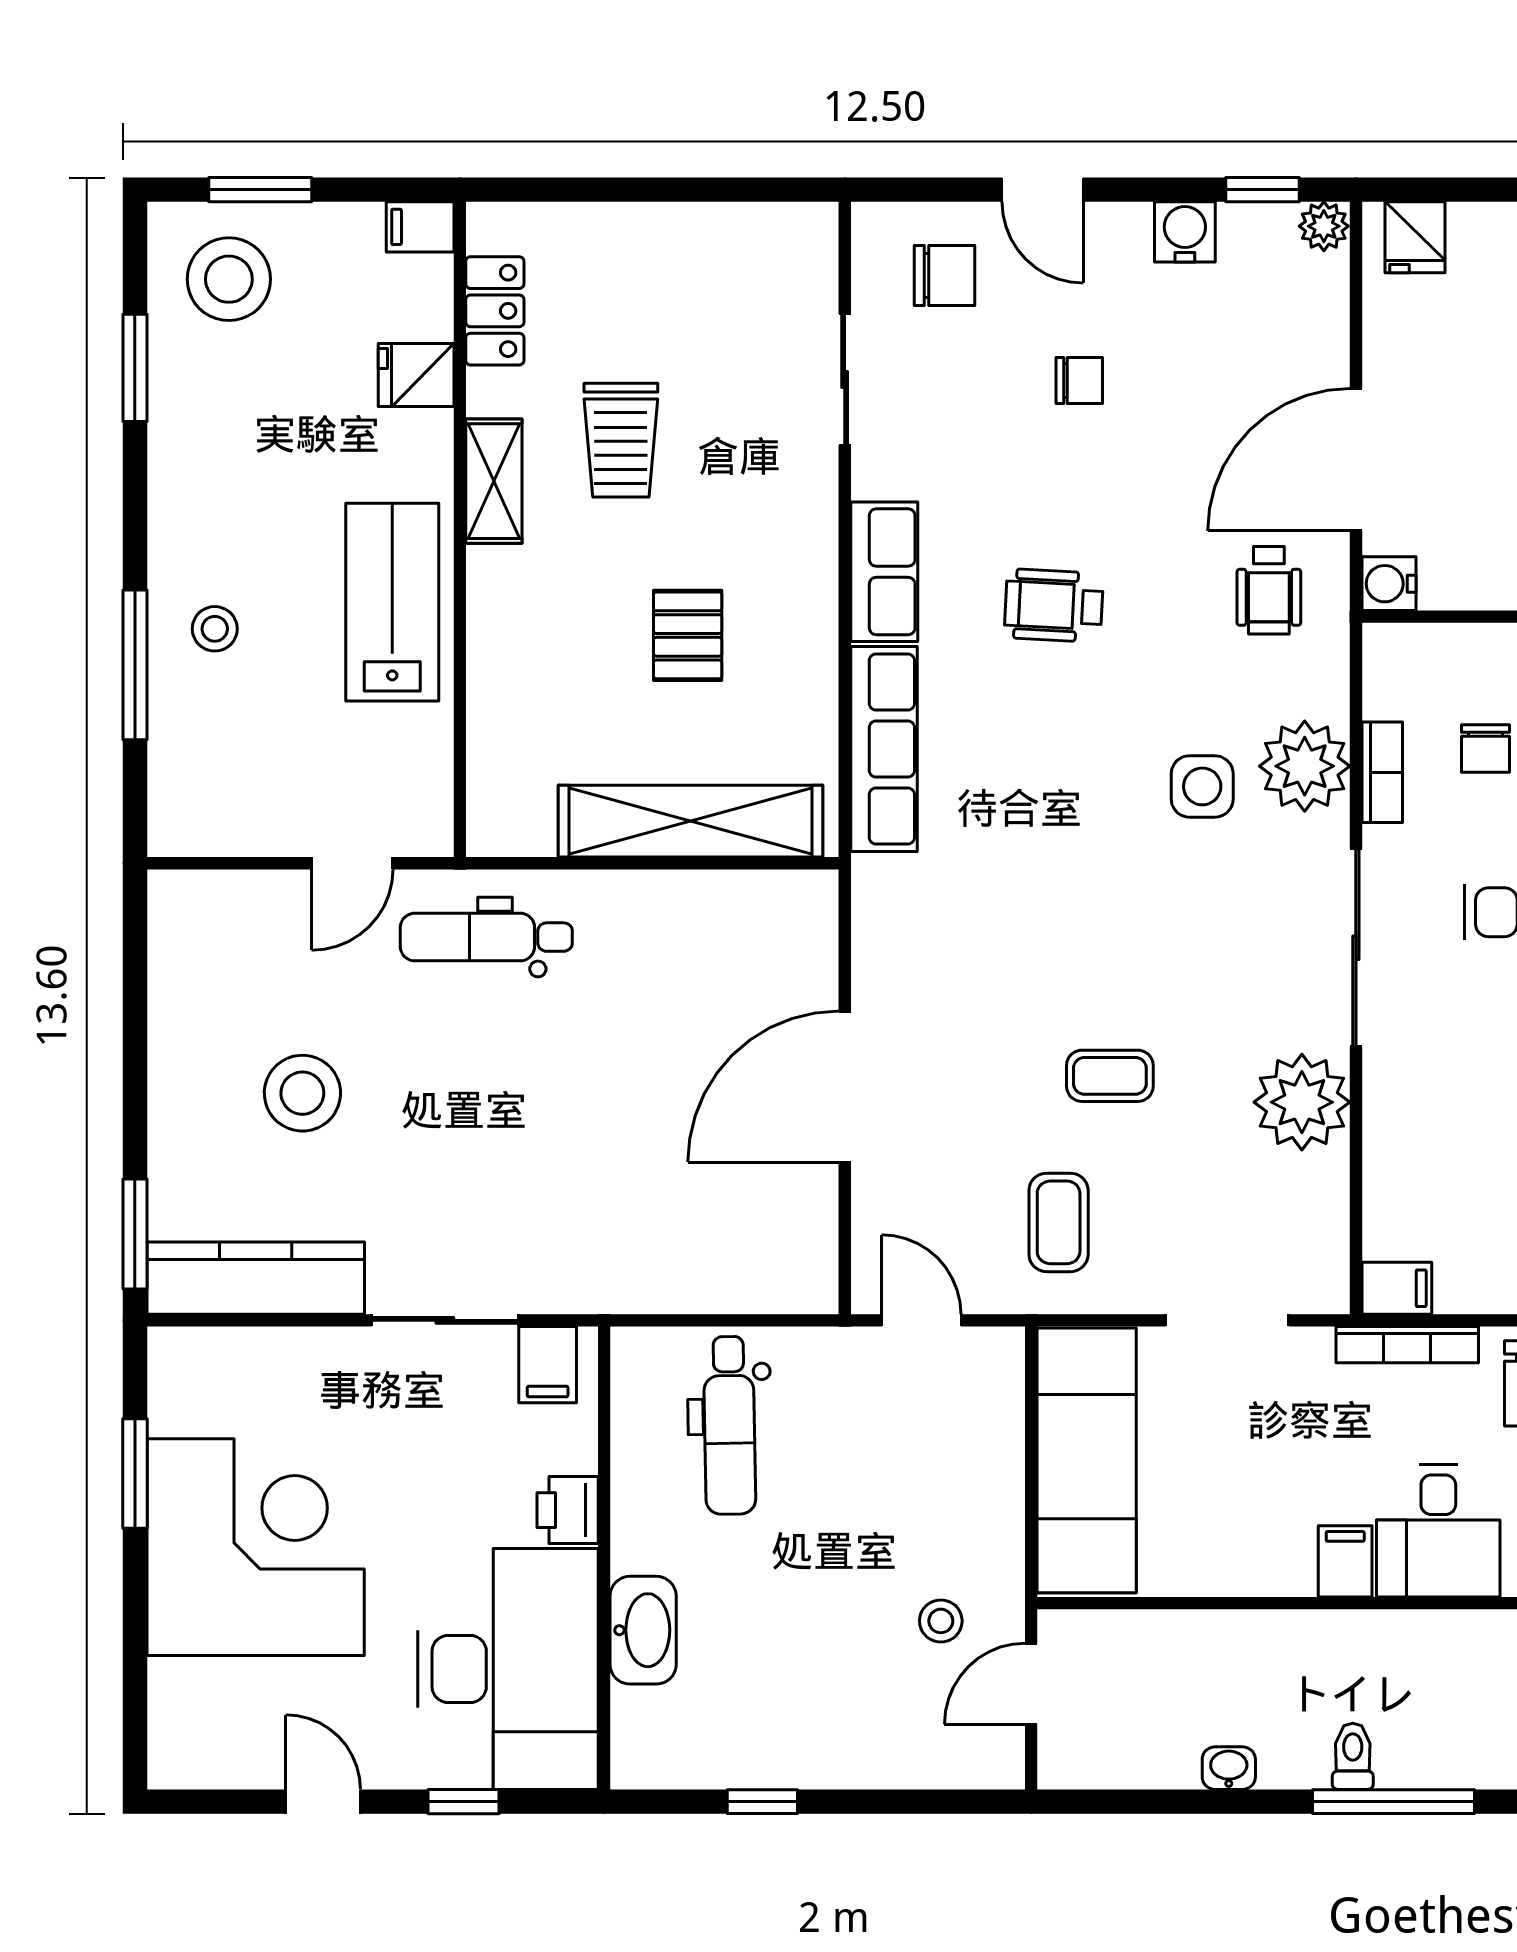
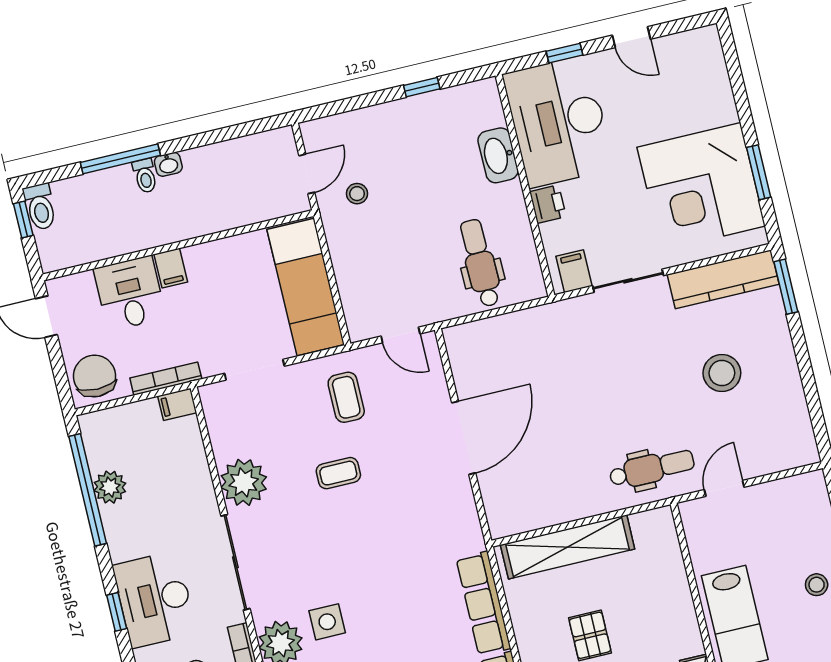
corner desk: (256, 1547) -> (701, 187), moved
washbasin: (1229, 1768) -> (168, 164), moved

